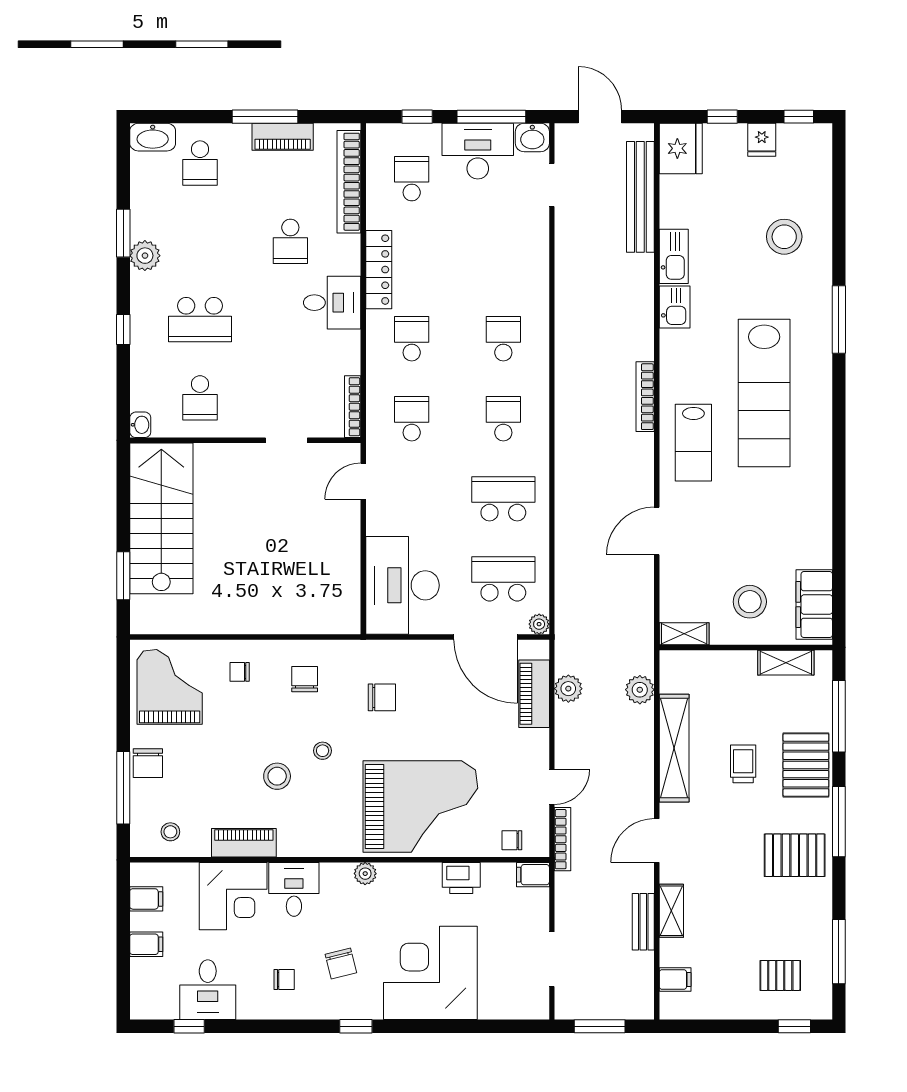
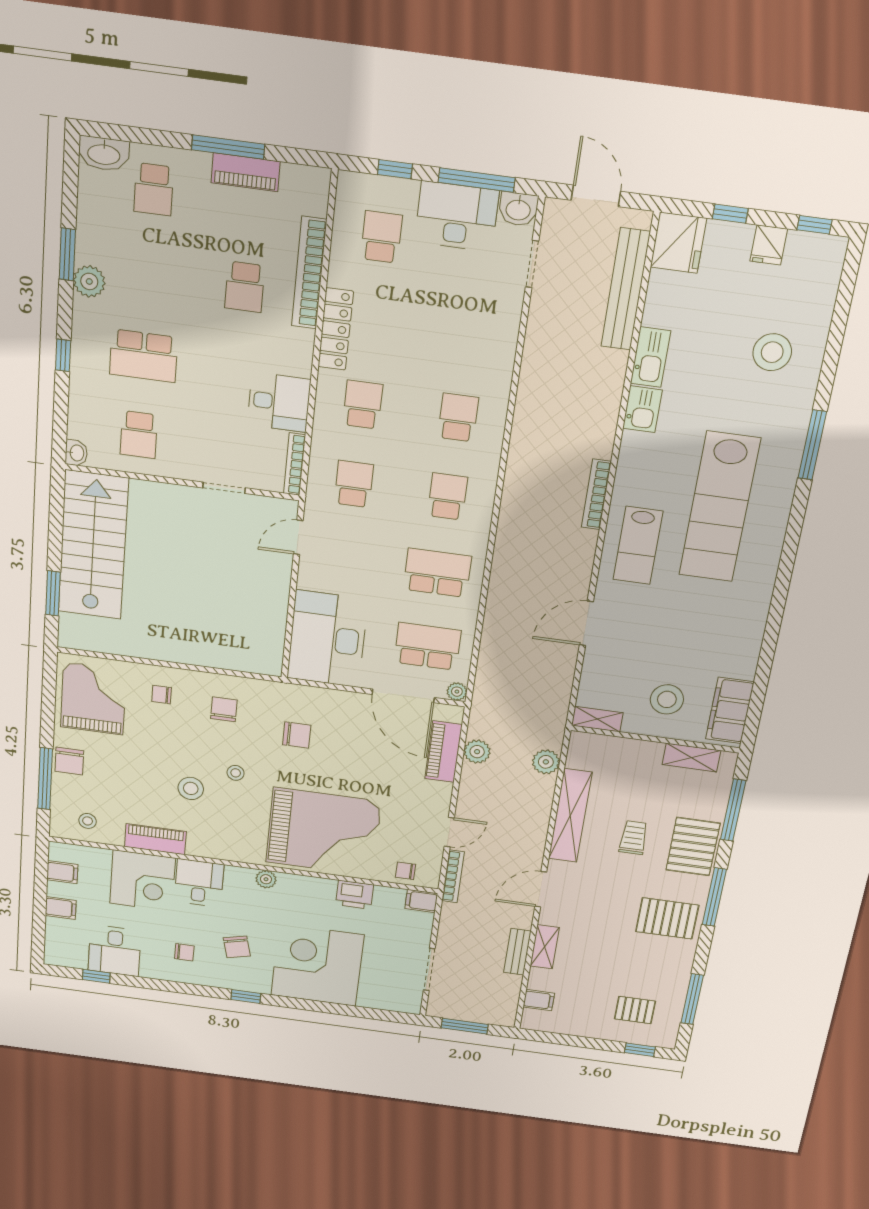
bookcase: (349, 182) -> (309, 273), moved
desk: (332, 303) -> (279, 402), moved

